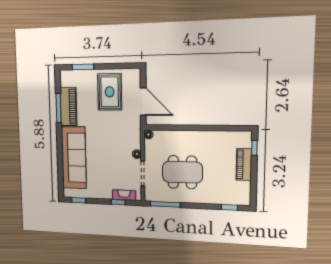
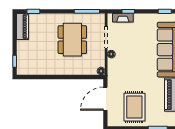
door: (143, 102) -> (105, 99), hinge flipped
piano: (244, 164) -> (23, 27), moved
dining table: (182, 172) -> (72, 40), turned 90

